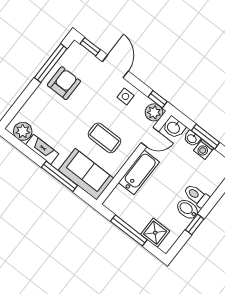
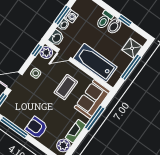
armchair: (64, 83) -> (37, 128), moved
door: (150, 137) -> (64, 55), swing flipped
bathtub: (139, 172) -> (95, 63), width x1.36, depth x1.36

